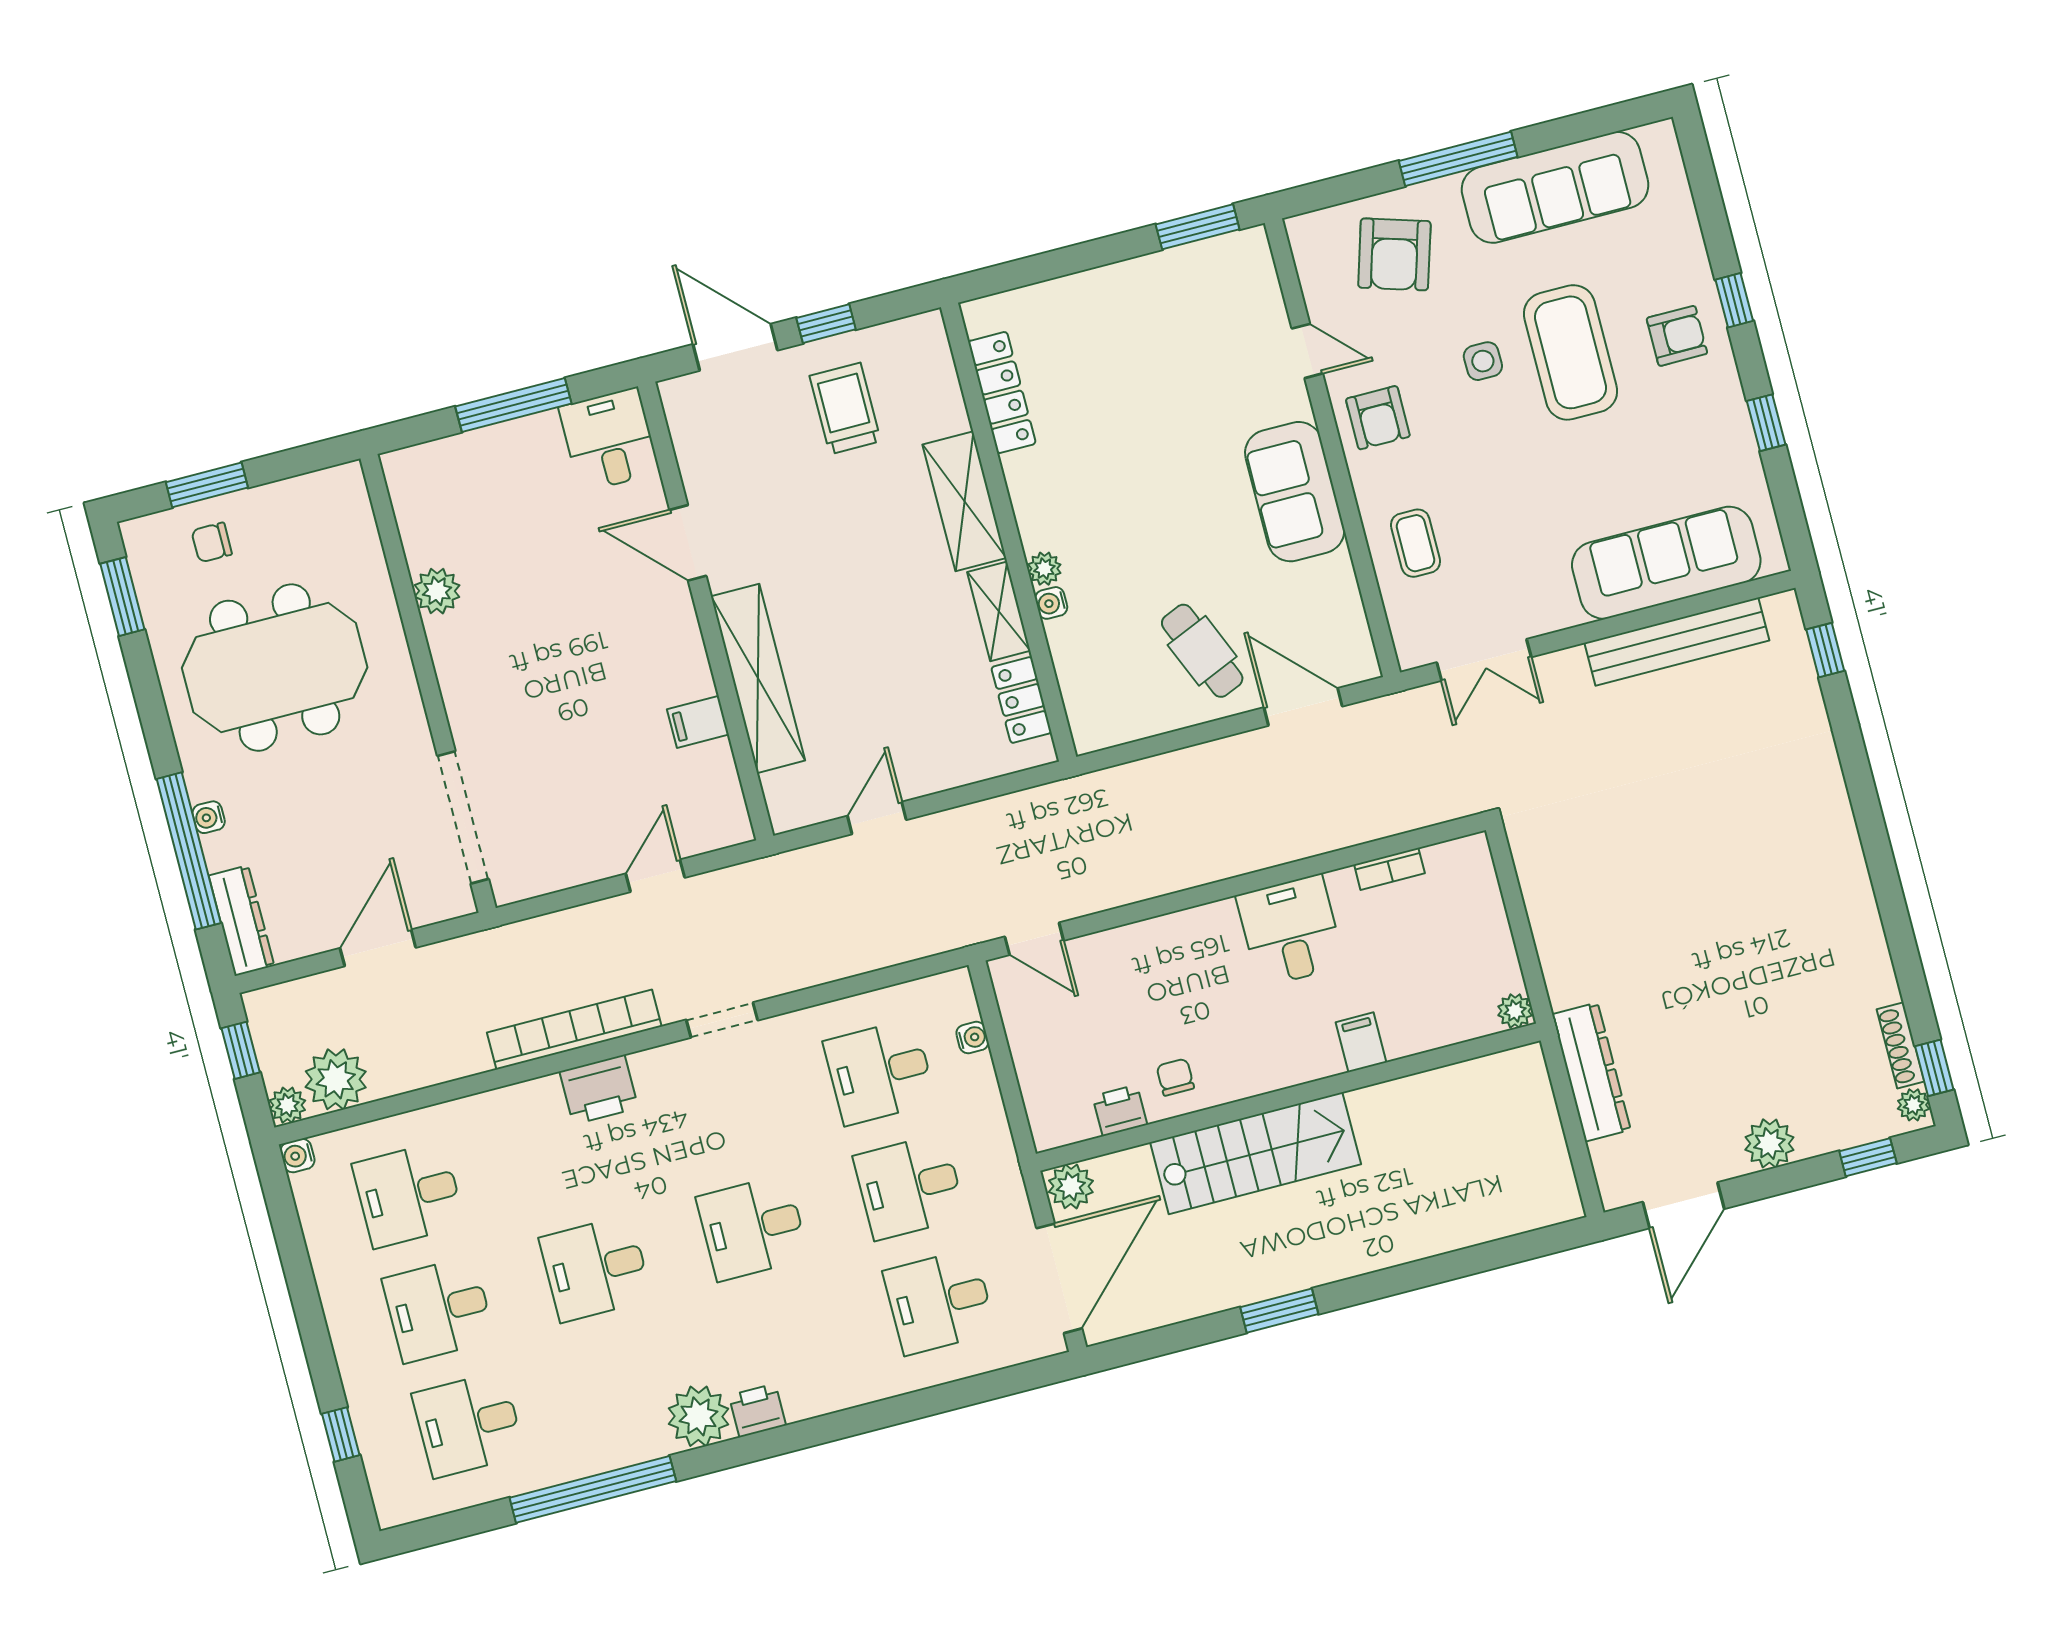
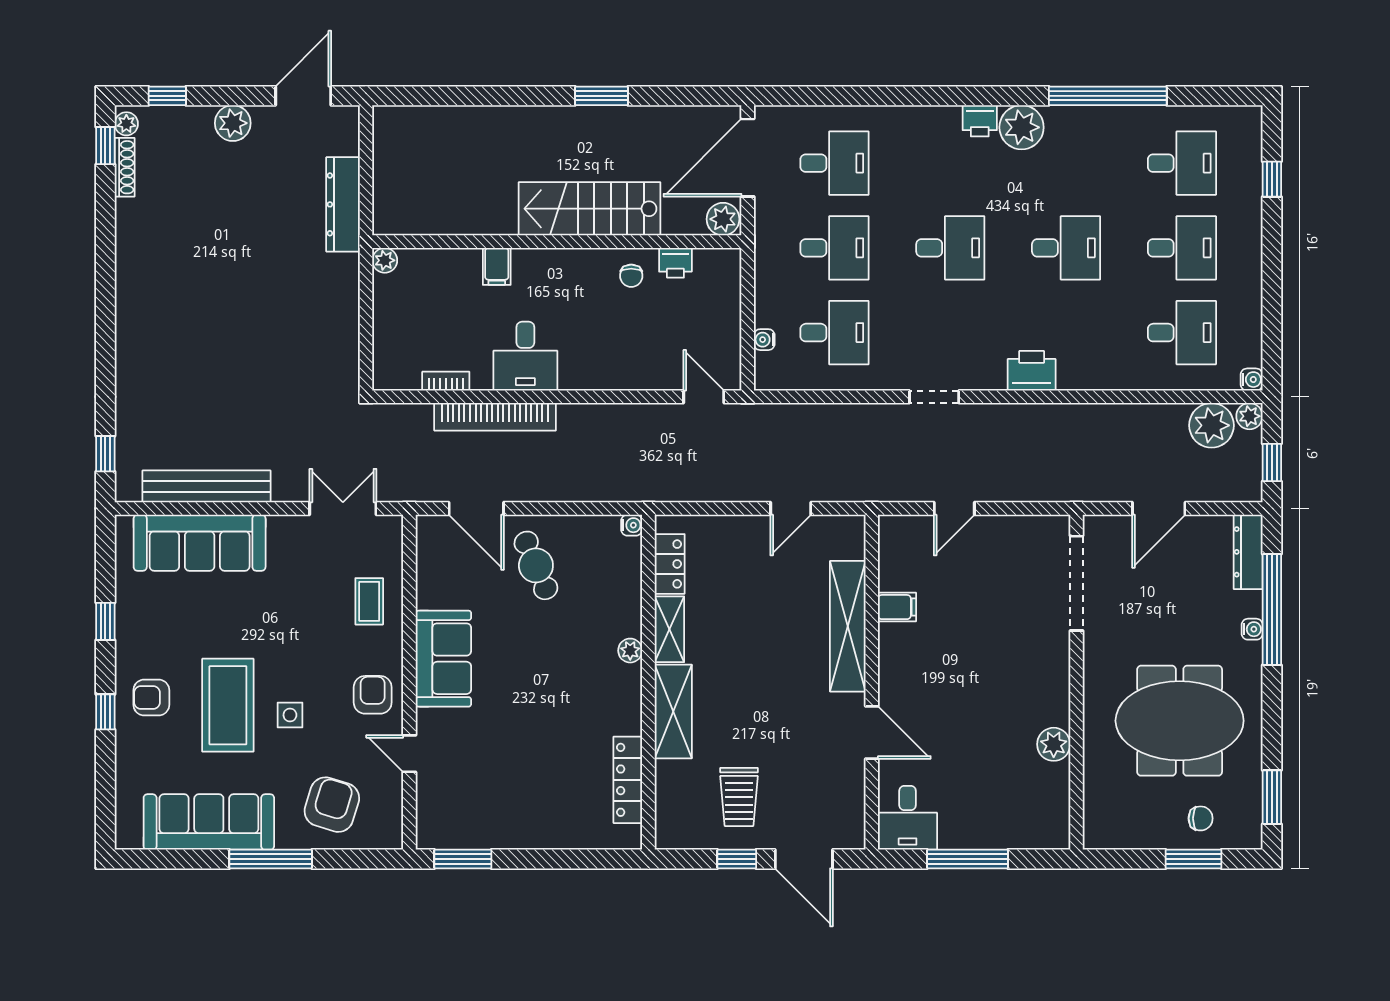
water cooler: (1051, 603) -> (632, 525), moved
bookcase: (574, 1029) -> (495, 417), moved

